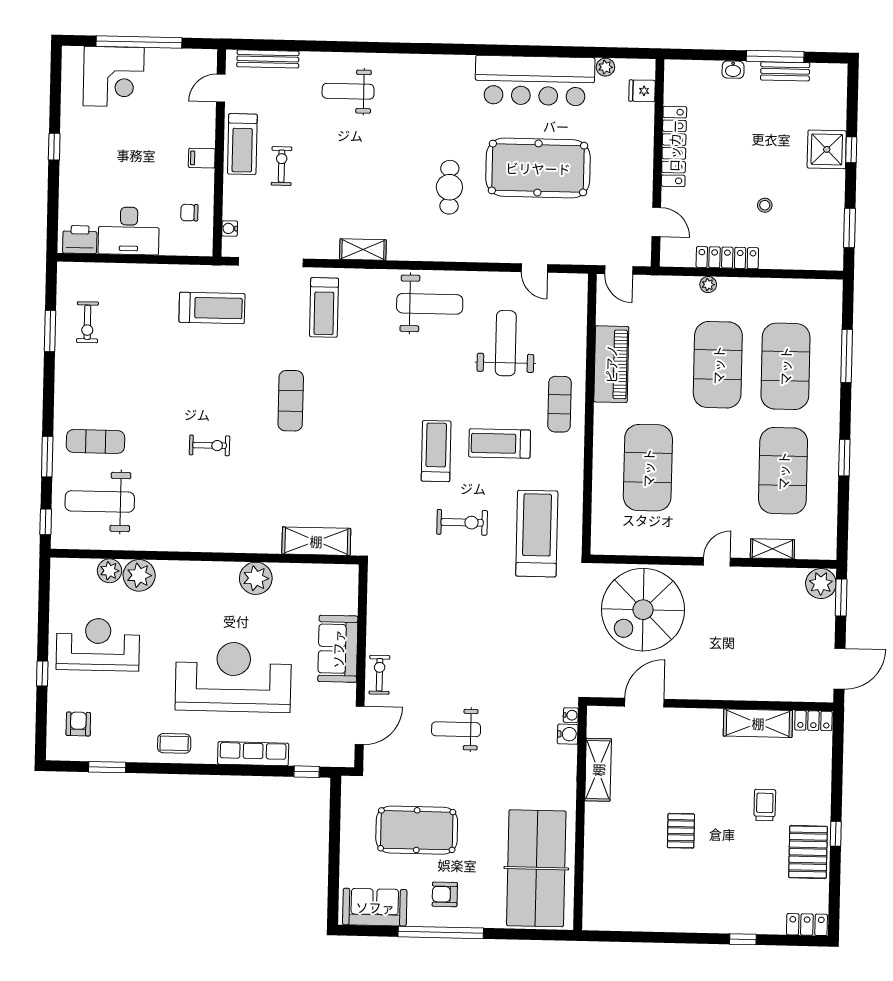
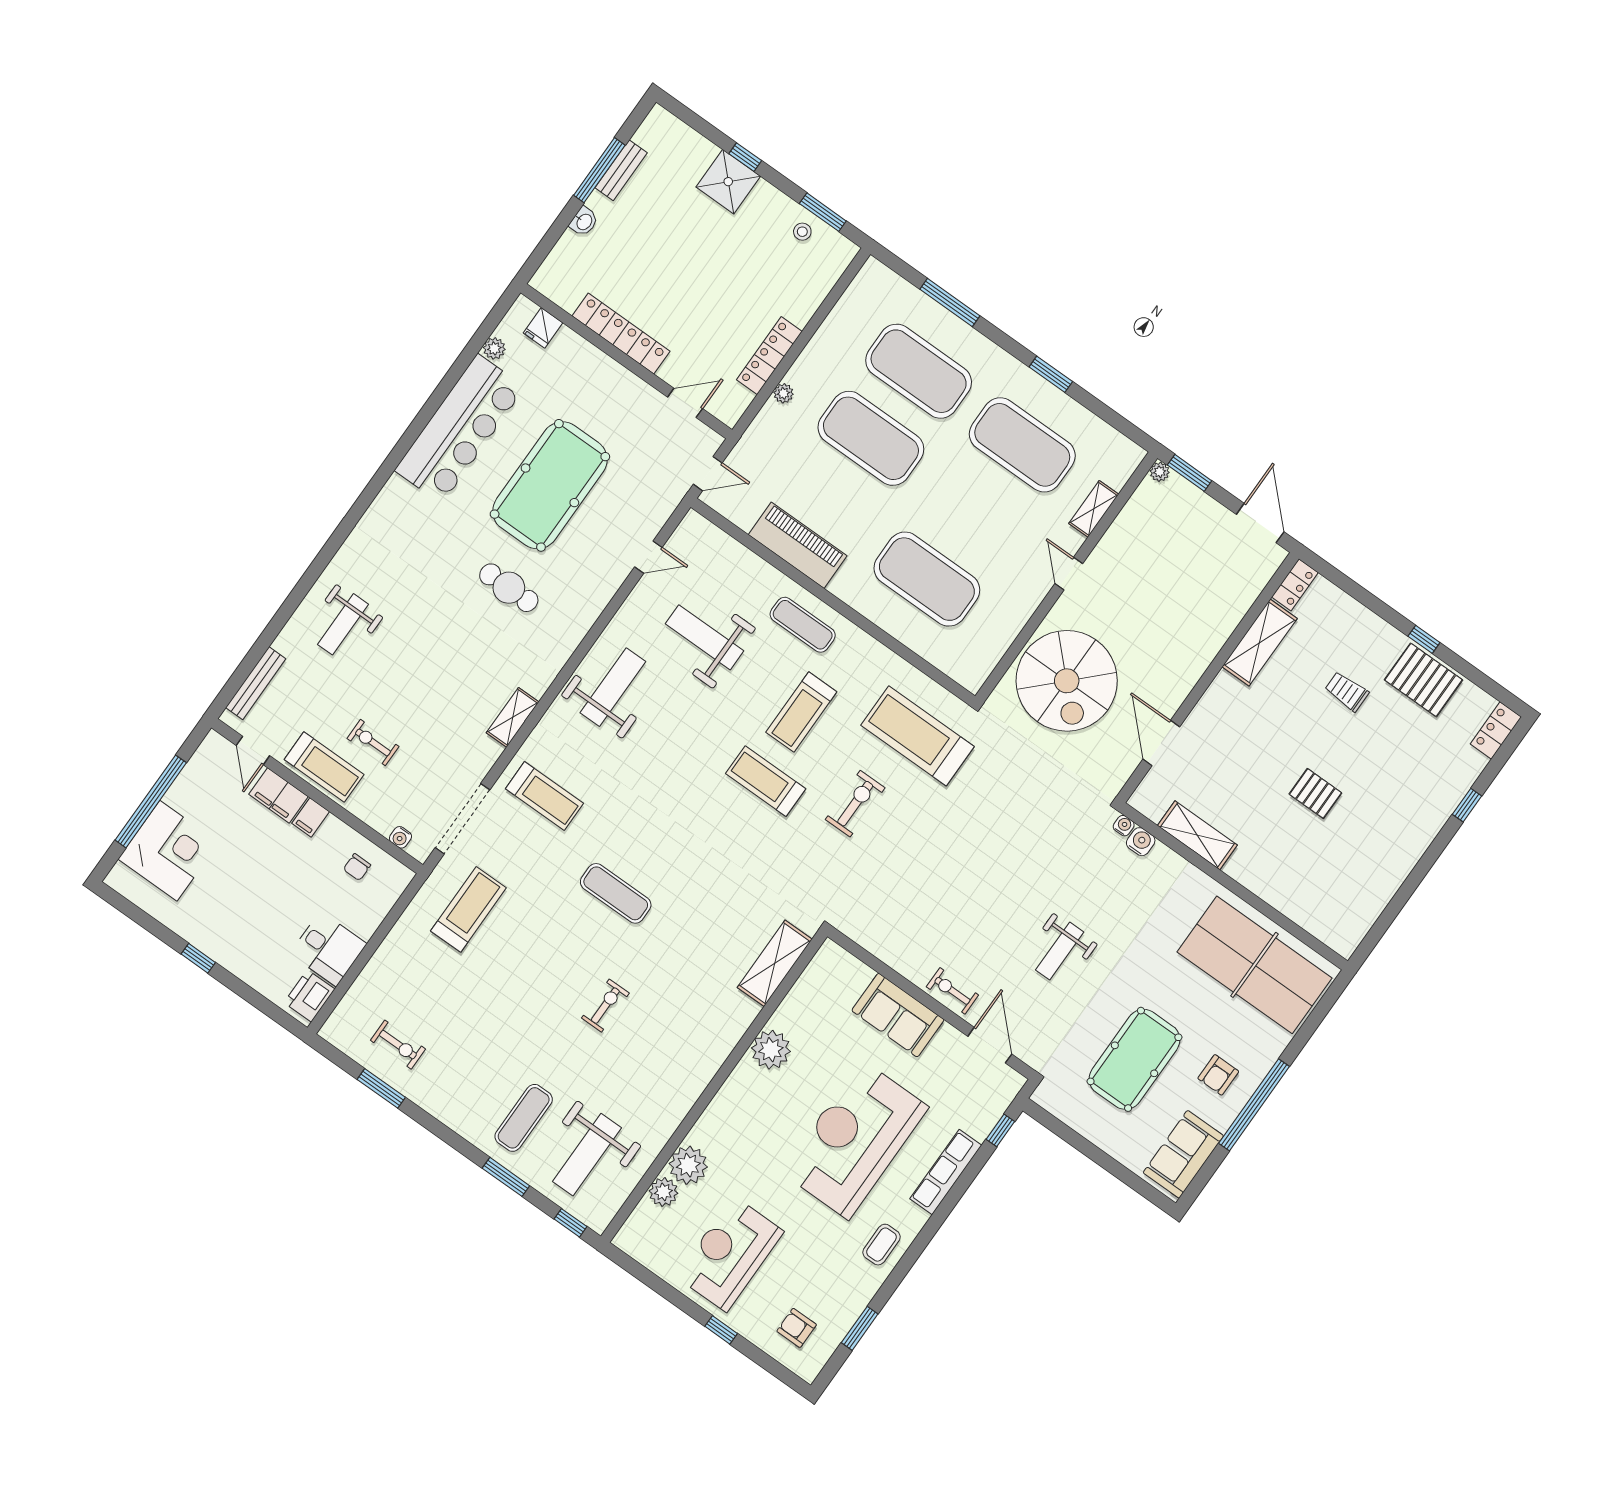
filing cabinet: (202, 126) -> (278, 795), added
stool: (765, 205) -> (802, 232), moved
desk: (129, 231) -> (328, 949), width x0.73
plant: (821, 584) -> (1160, 472), width x0.53, depth x0.53

